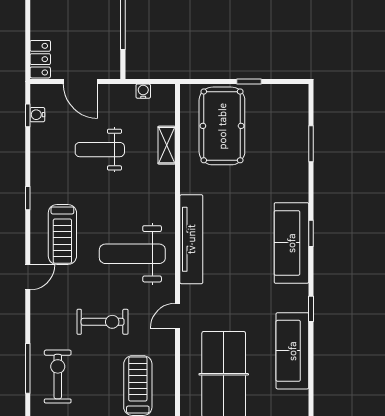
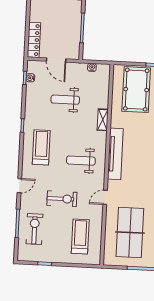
locker: (40, 59) -> (34, 40), width x1.53
shelving: (167, 145) -> (103, 120), moved
treadmill: (62, 234) -> (41, 147), turned 180
weight bench: (132, 254) -> (81, 161), width x0.73, depth x0.75
door: (28, 277) -> (19, 186), moved

